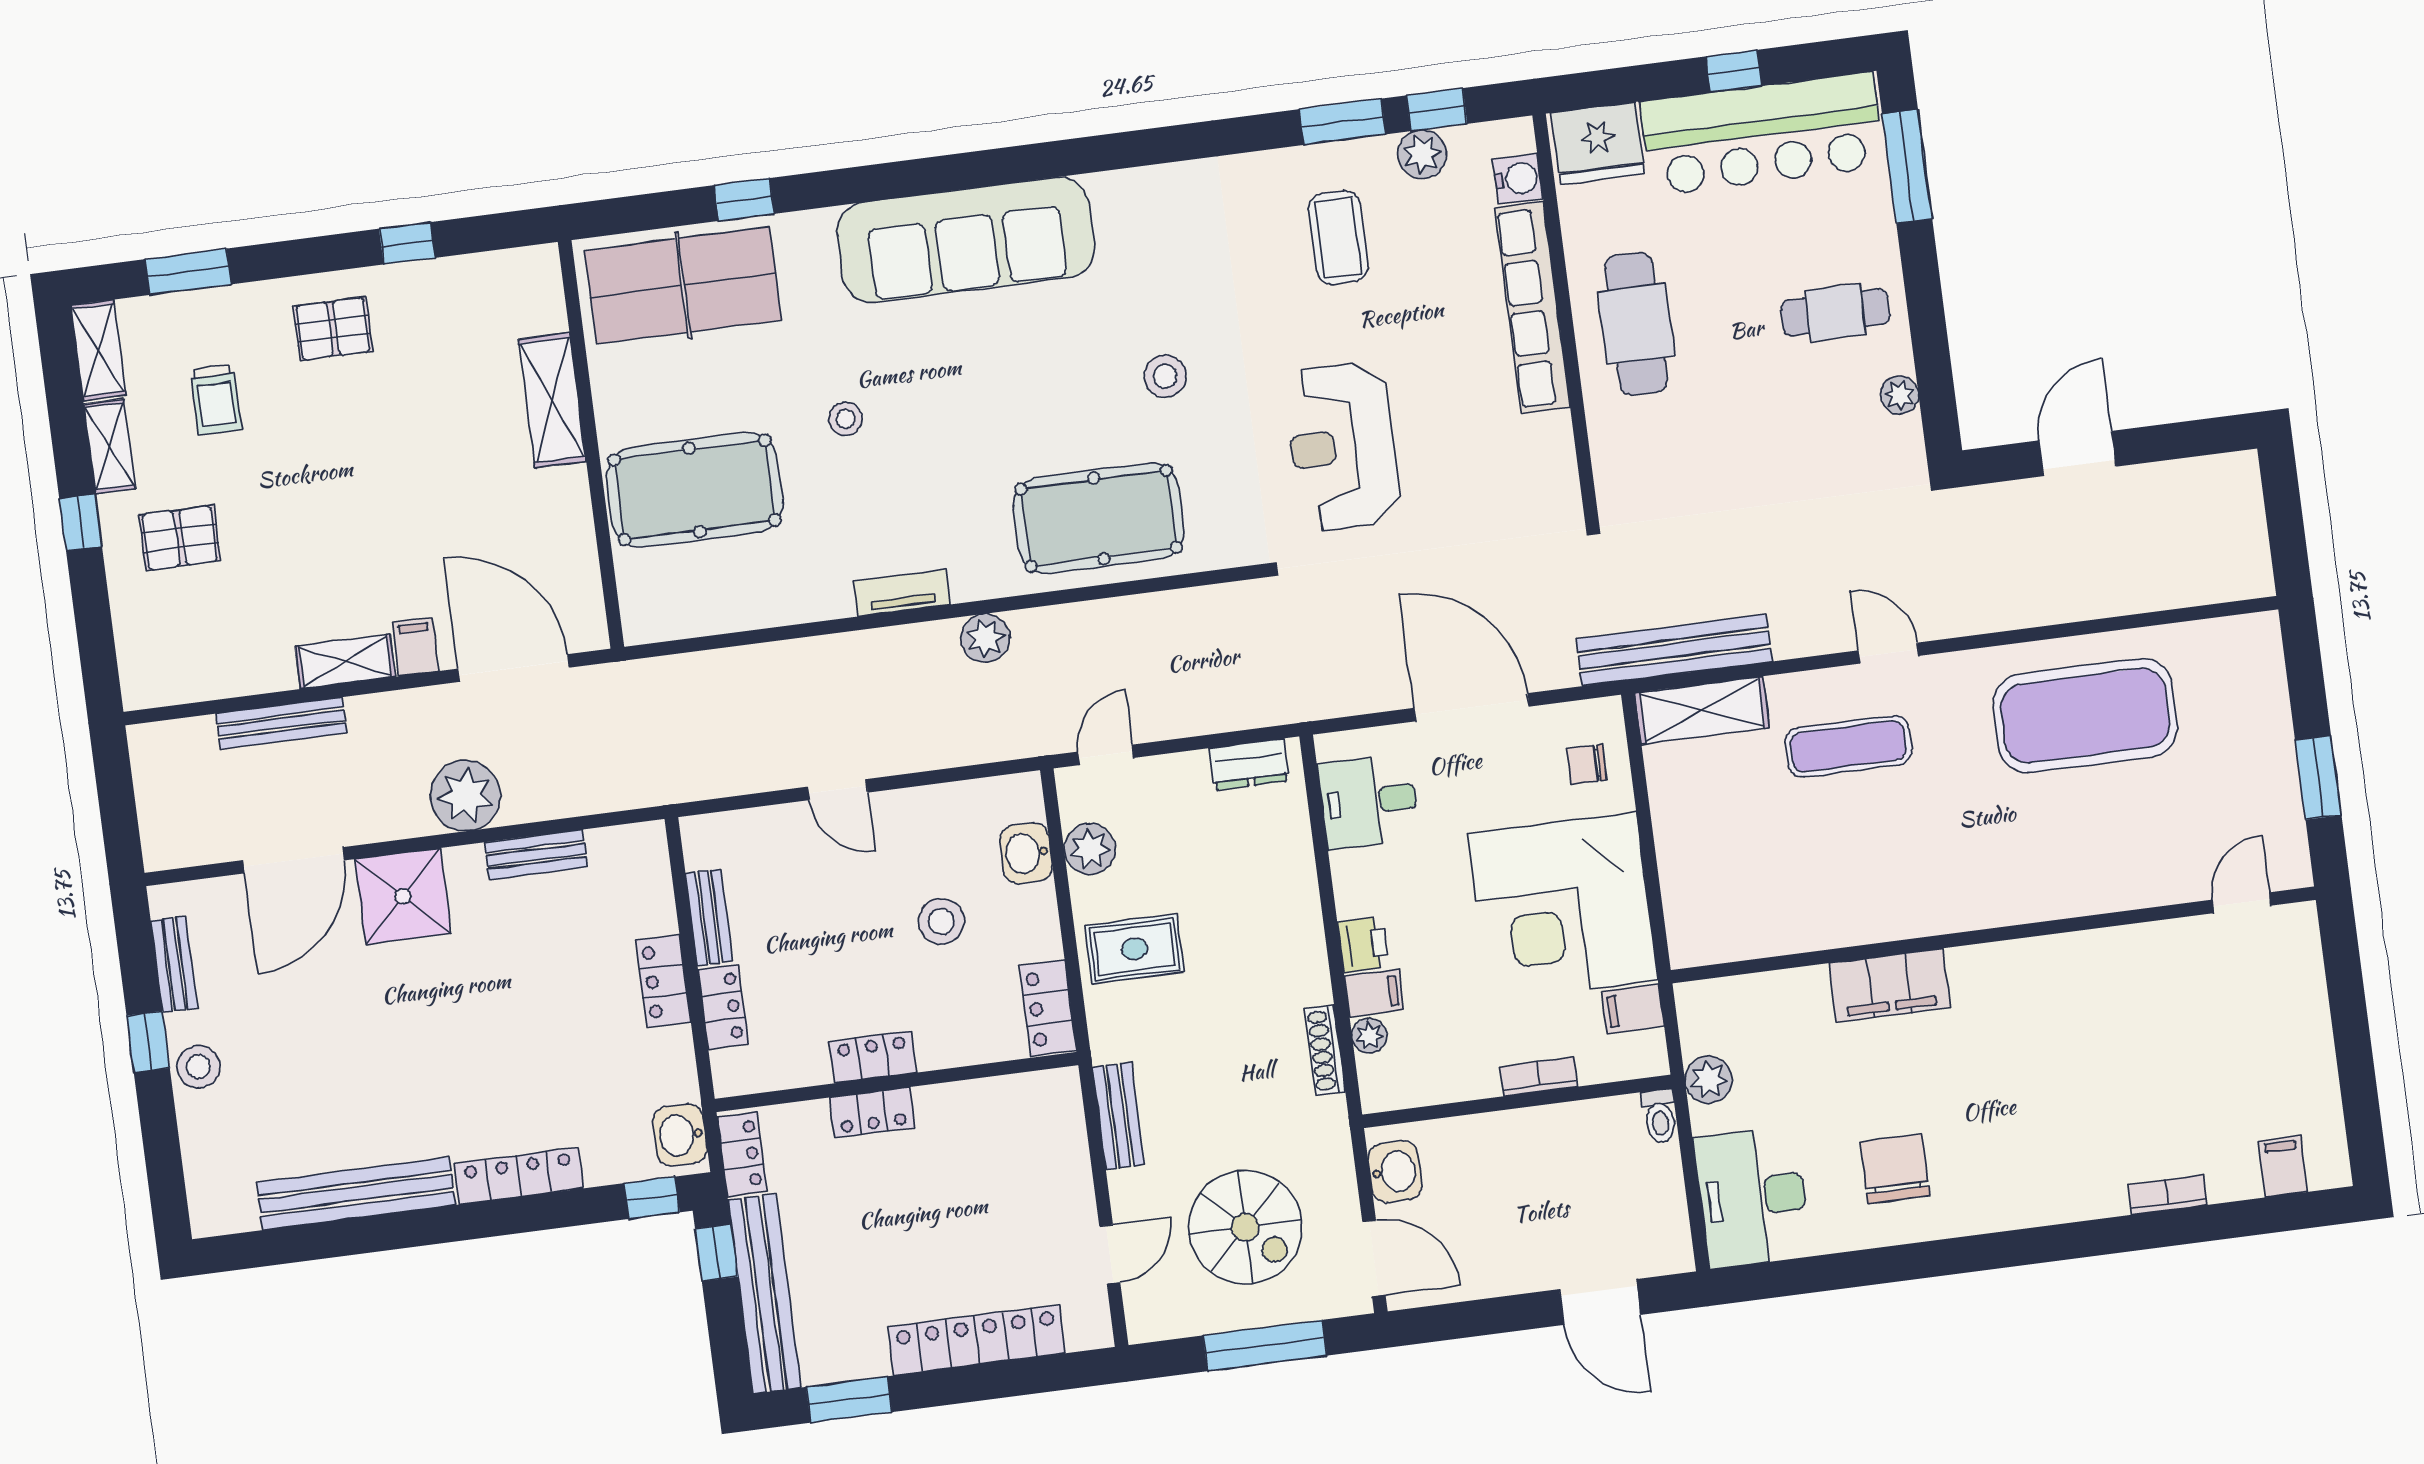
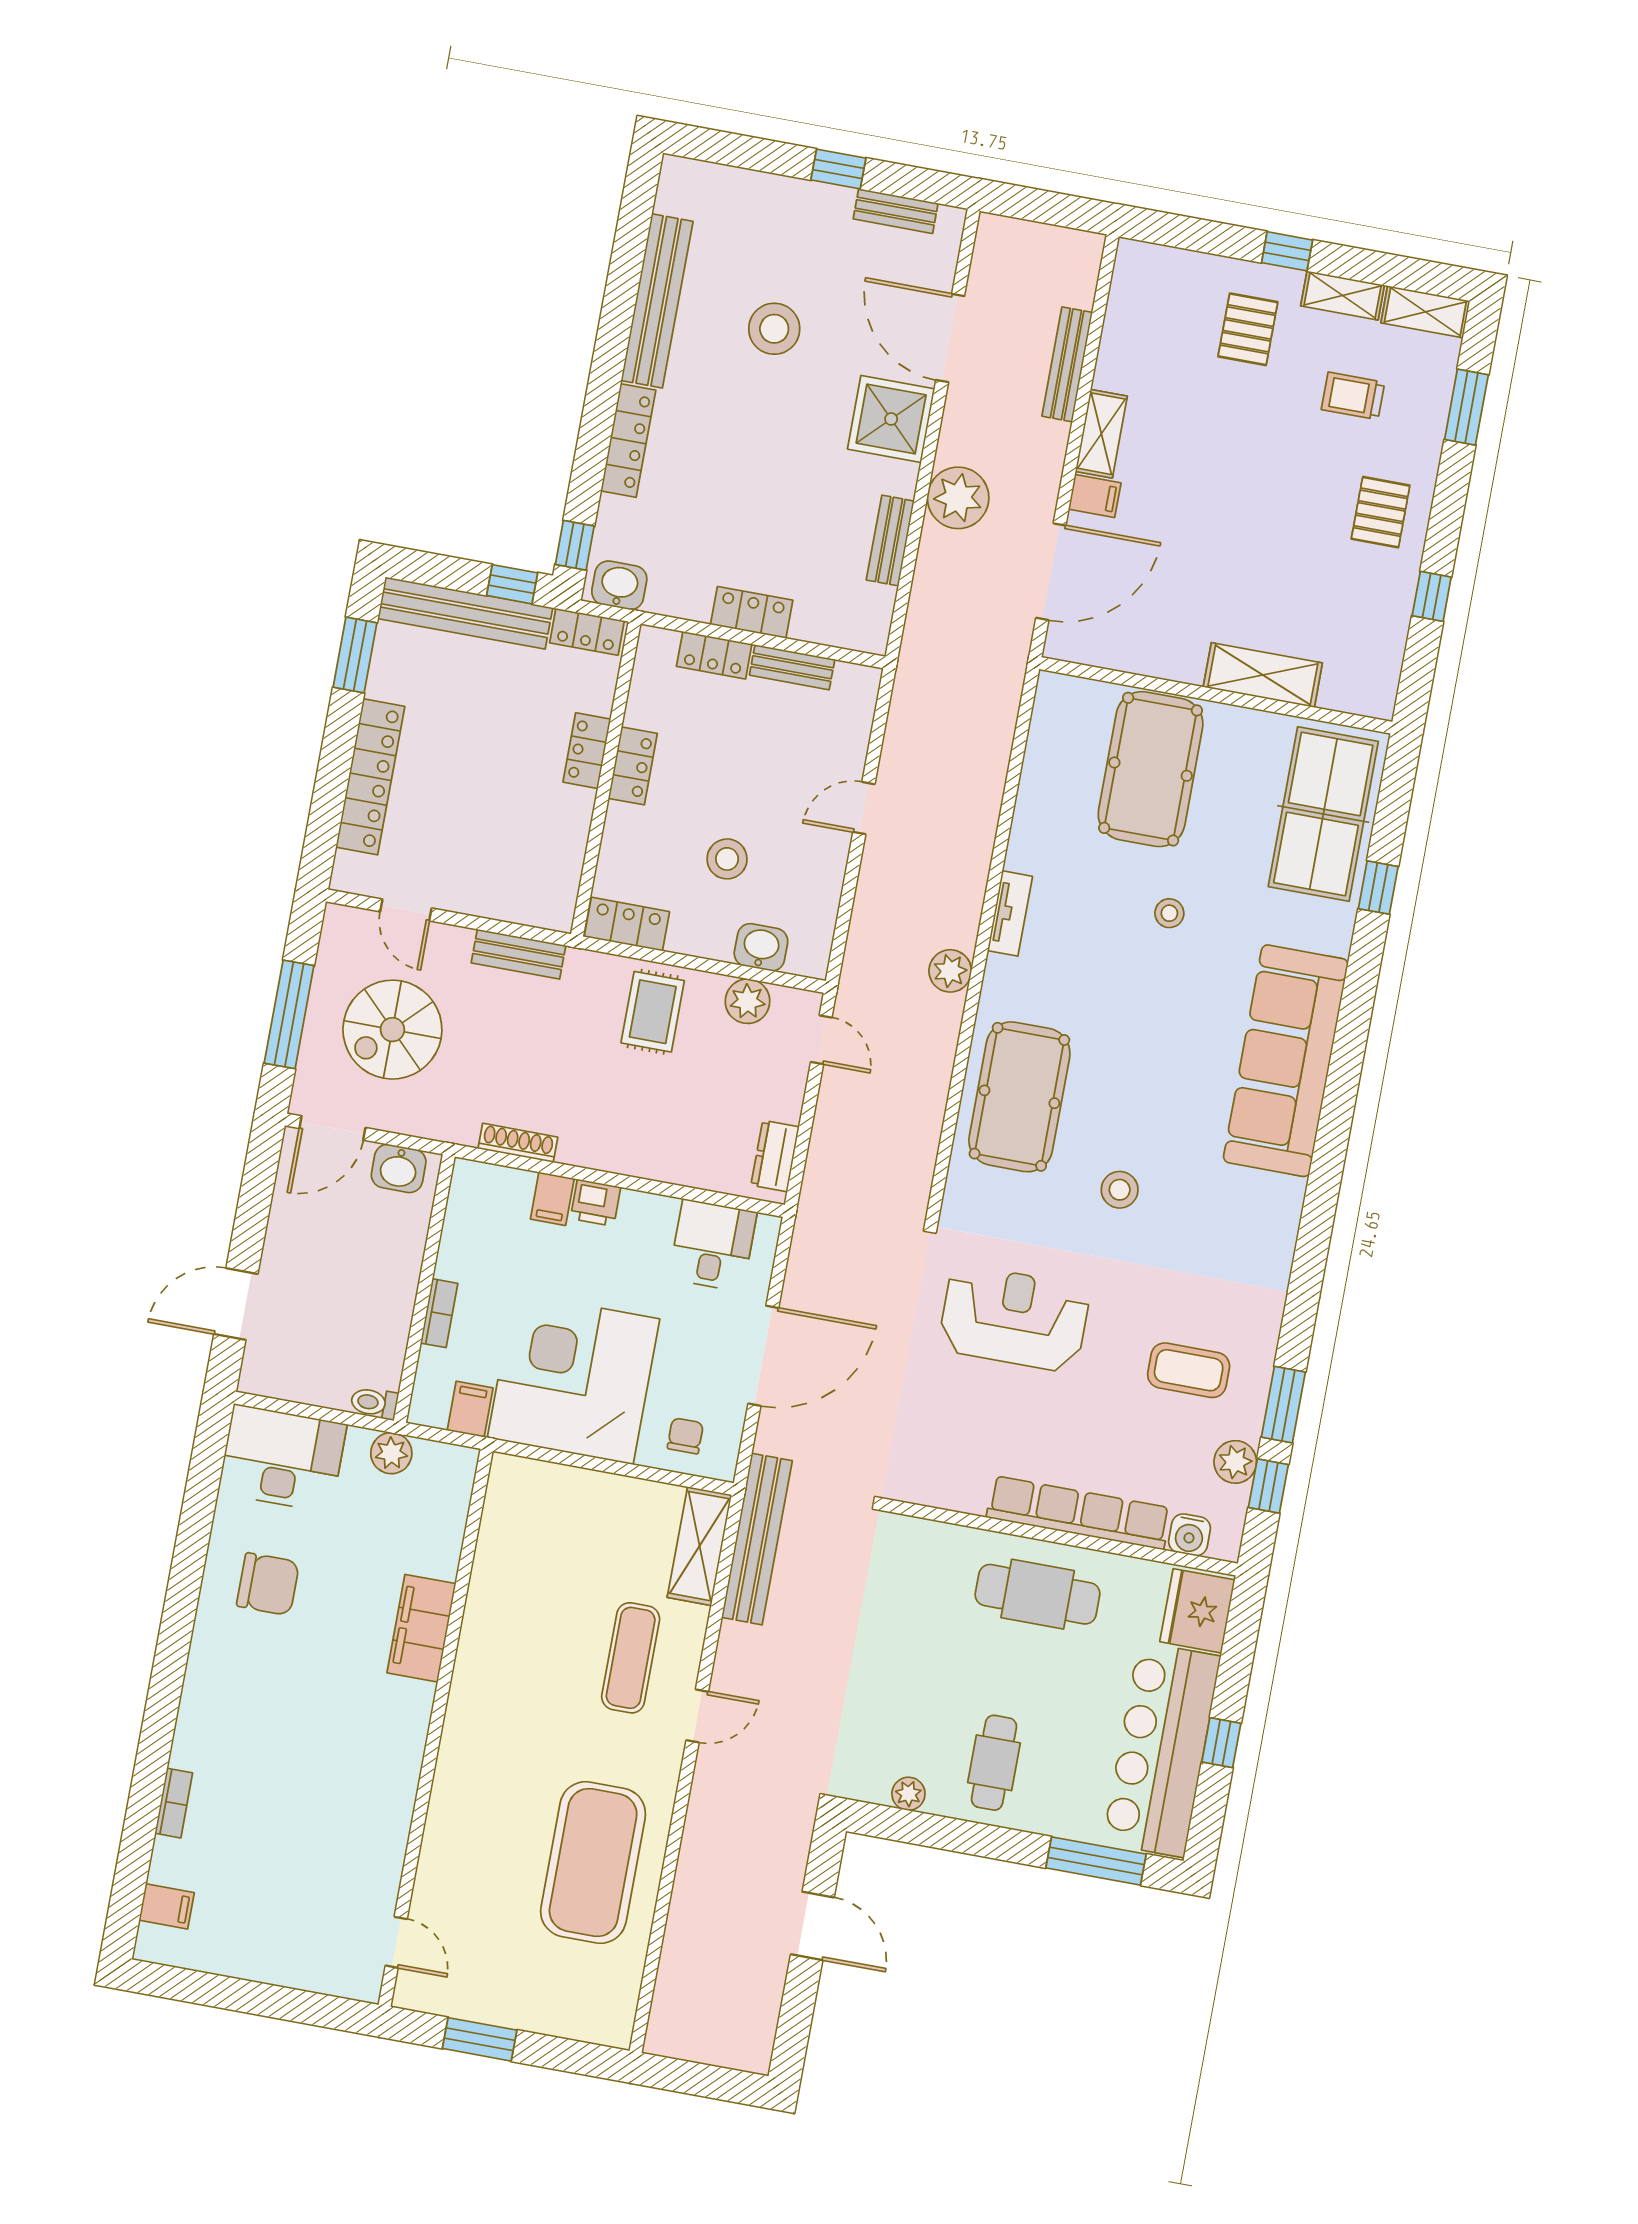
plant: (1369, 1036) -> (518, 1183), removed
stool: (198, 1067) -> (774, 329), moved, width x1.38, depth x1.38

